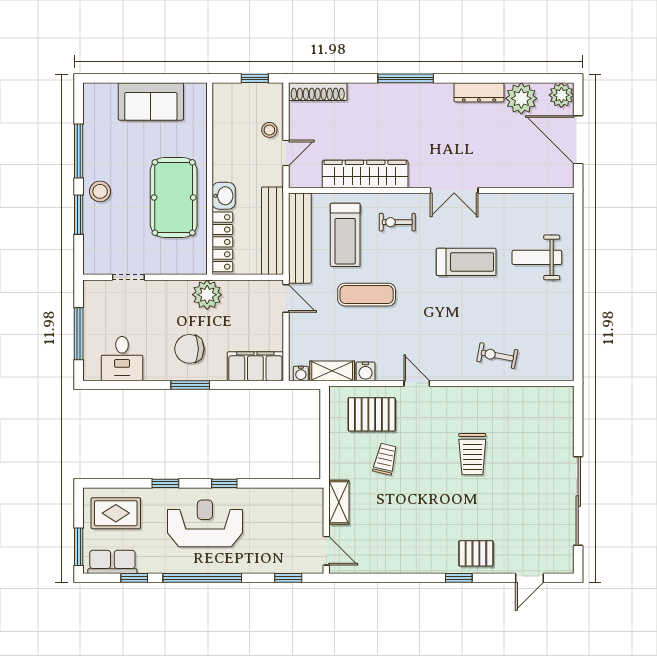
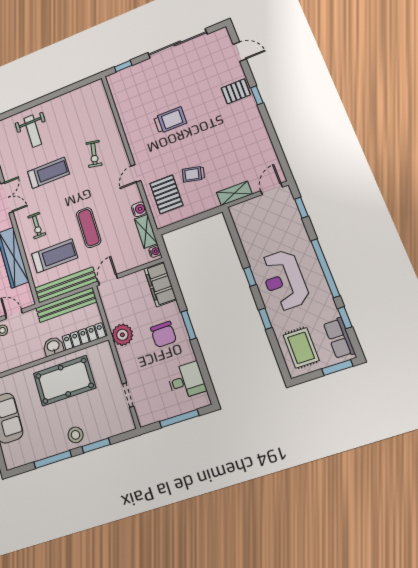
treadmill: (466, 262) -> (49, 173), turned 90
exercise bike: (497, 356) -> (94, 154), moved
window: (578, 416) -> (123, 66), added
pallet: (476, 553) -> (236, 91), turned 90

